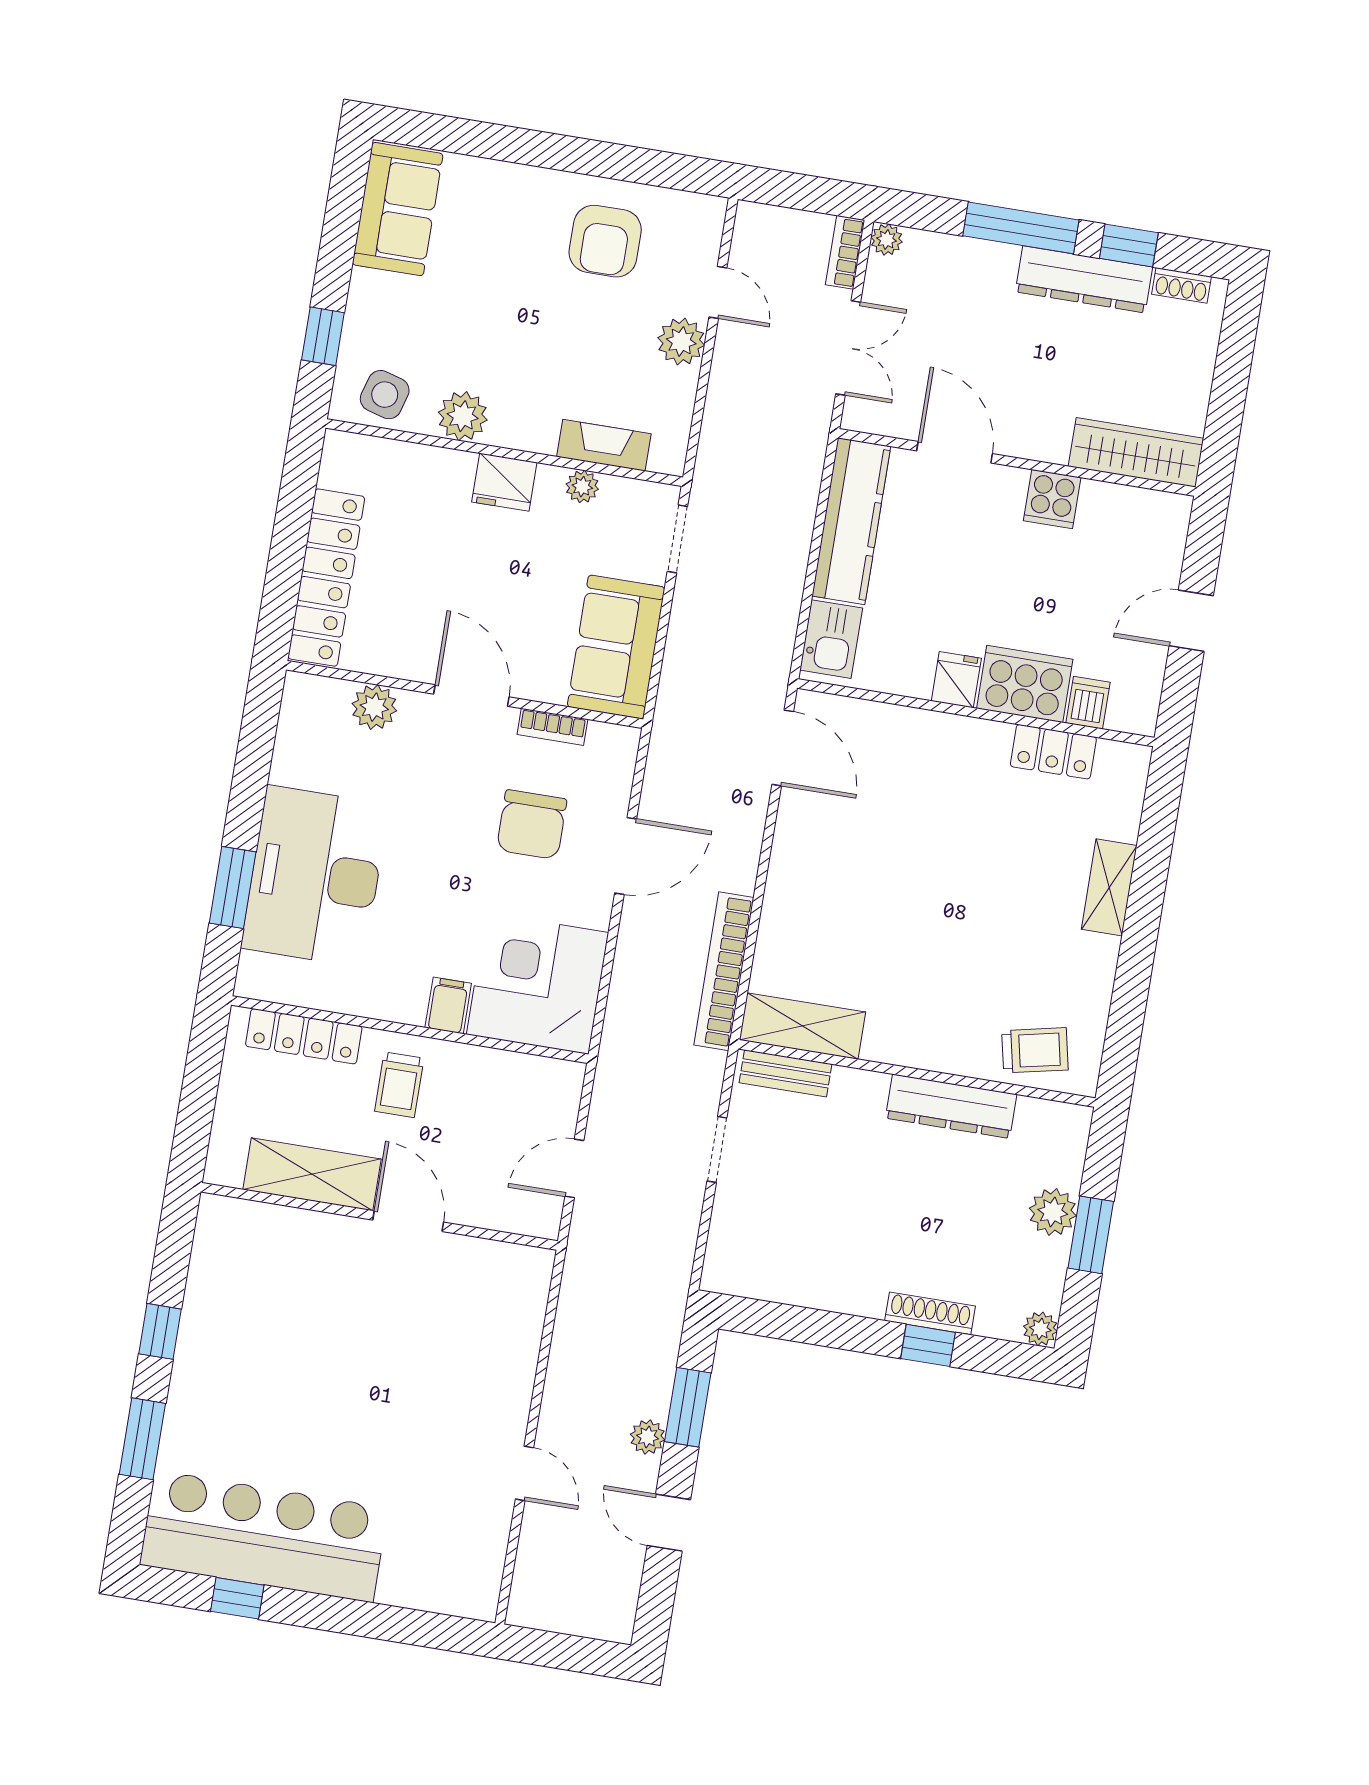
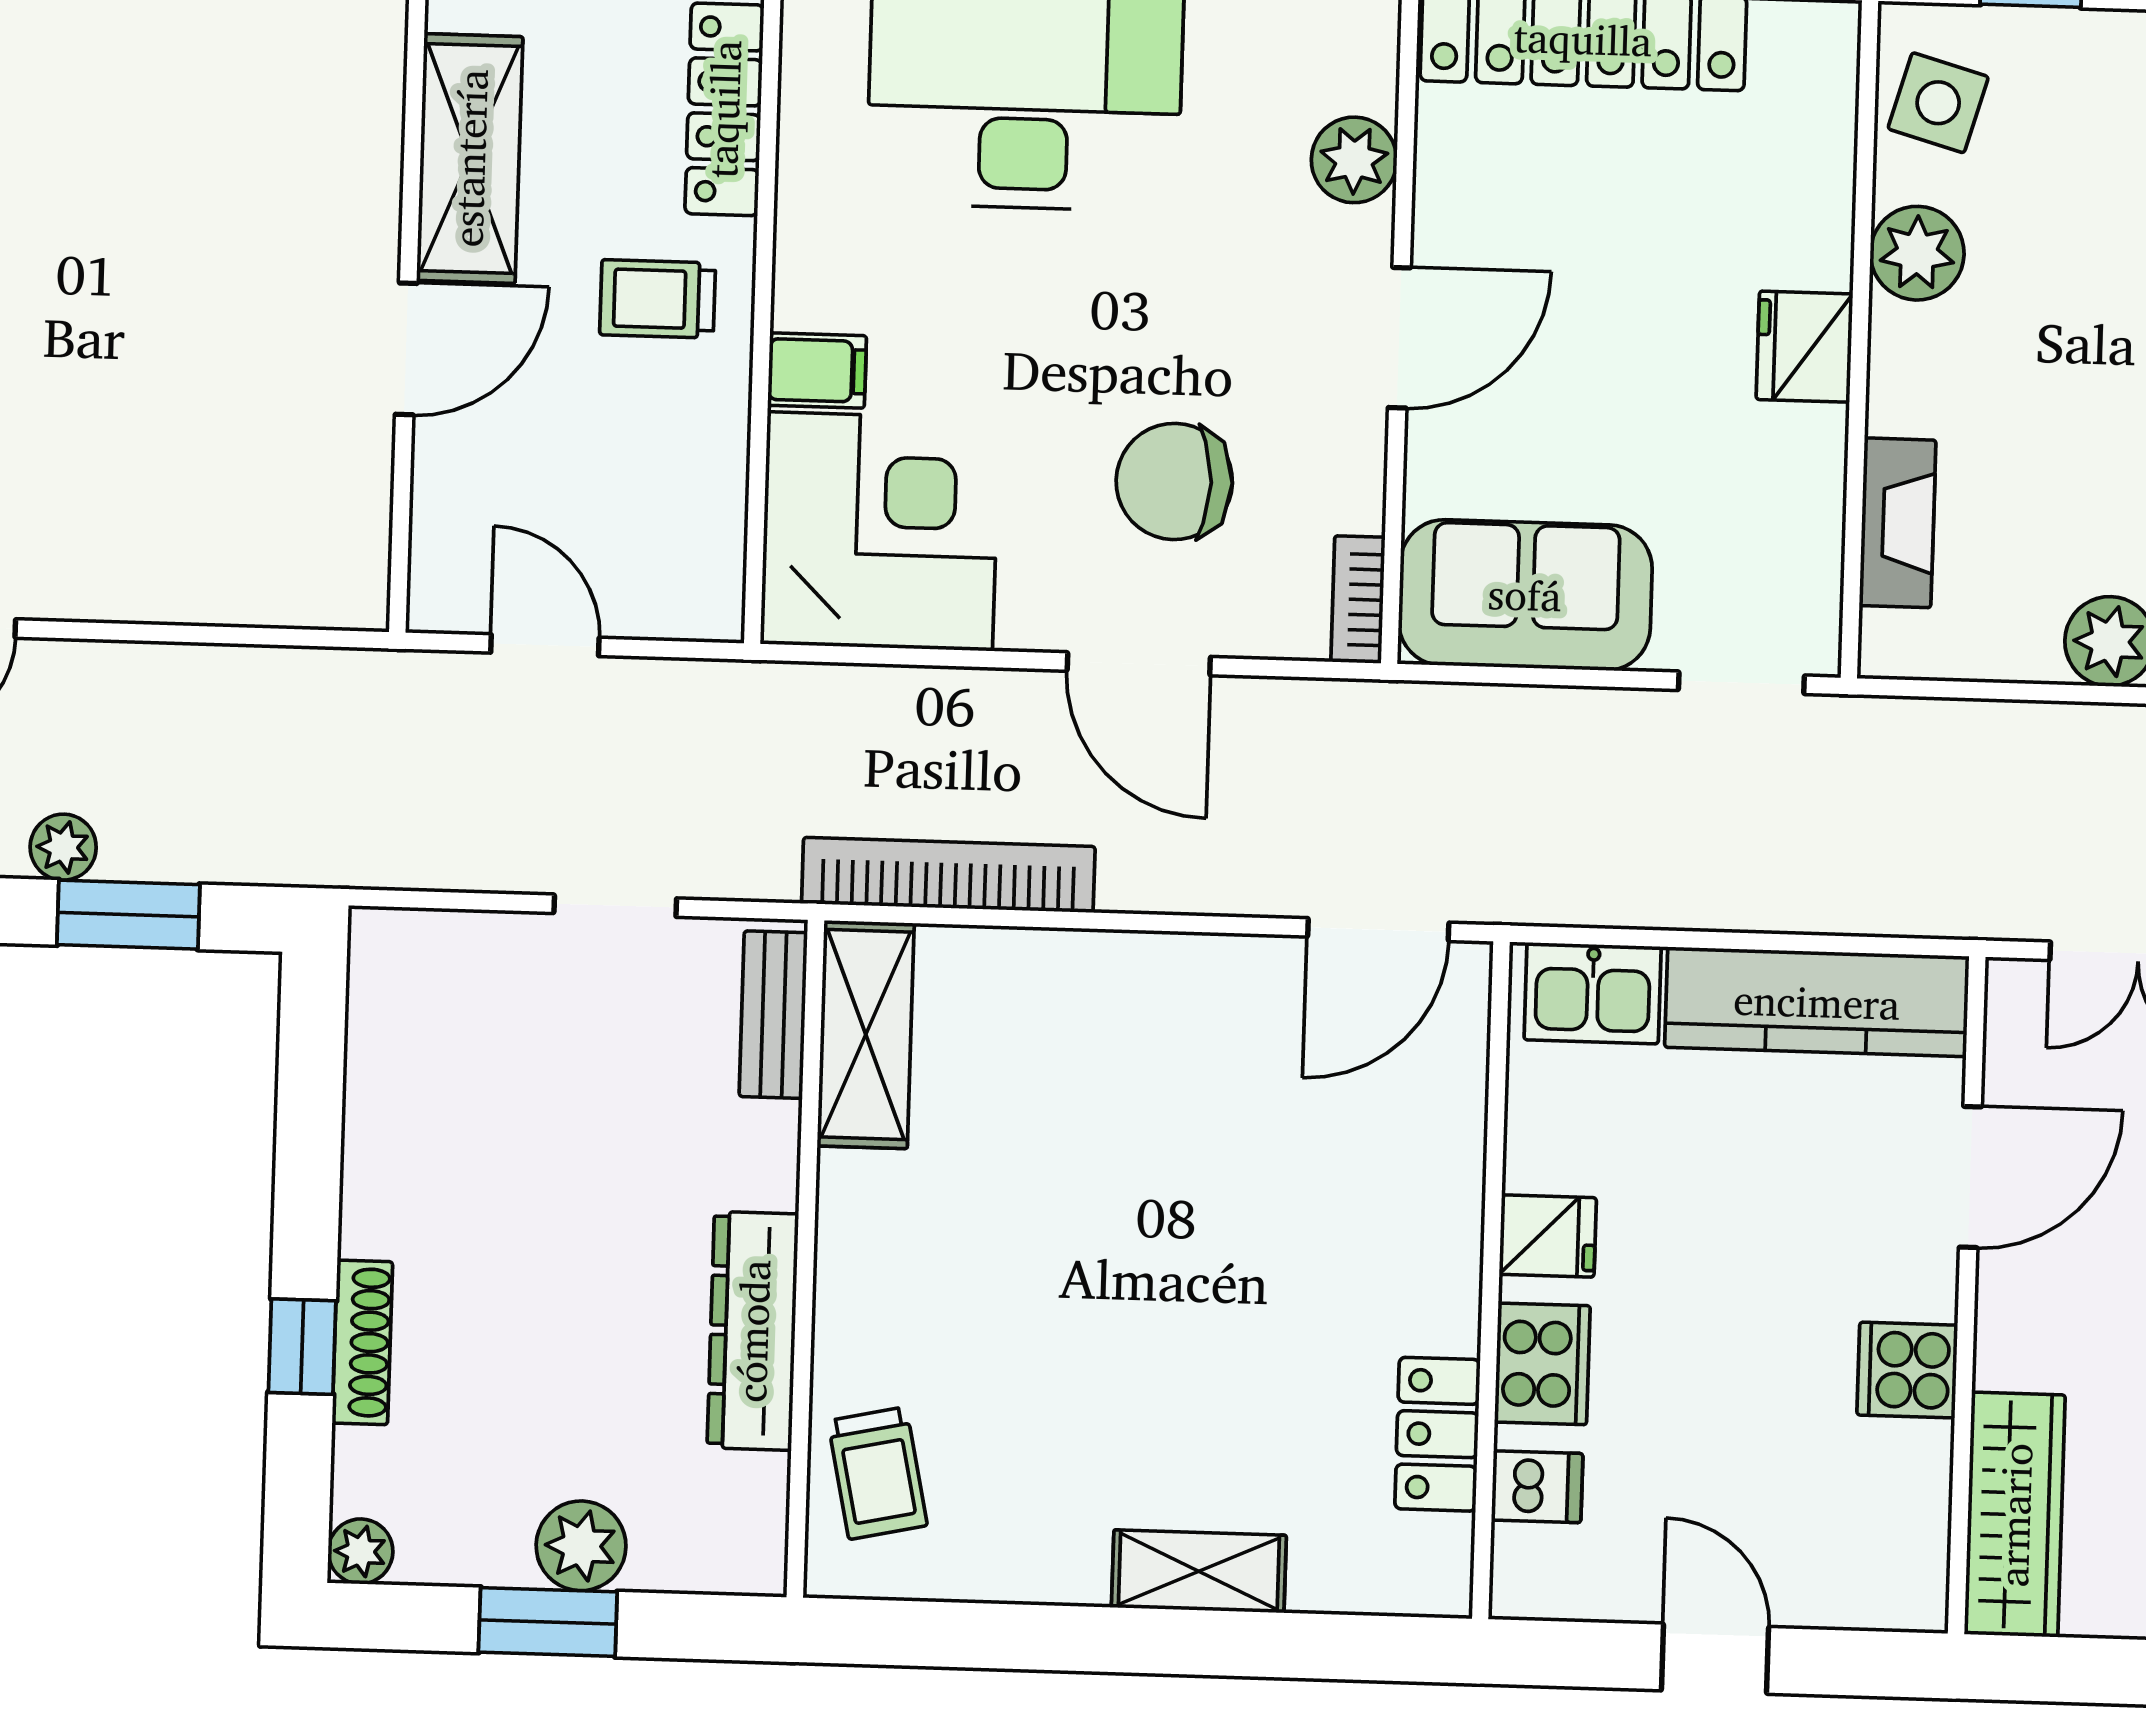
plant: (582, 487) -> (1815, 493), removed
cooker: (1025, 684) -> (1542, 1364), width x0.73, depth x0.76
bookcase: (552, 727) -> (1358, 600), moved

